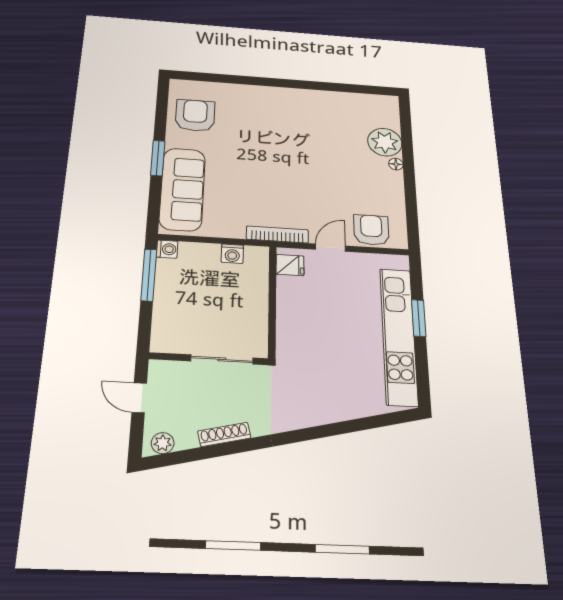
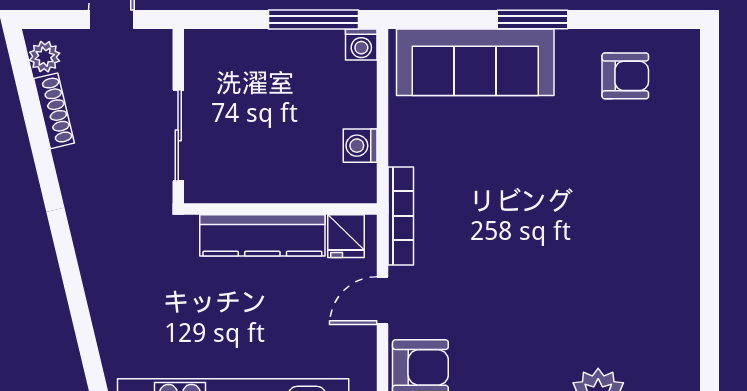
armchair: (195, 115) -> (625, 76), width x0.72, depth x0.72
door: (331, 248) -> (383, 301), swing flipped
kitchen counter: (290, 313) -> (262, 235), added
shoe rack: (224, 434) -> (54, 111), moved

